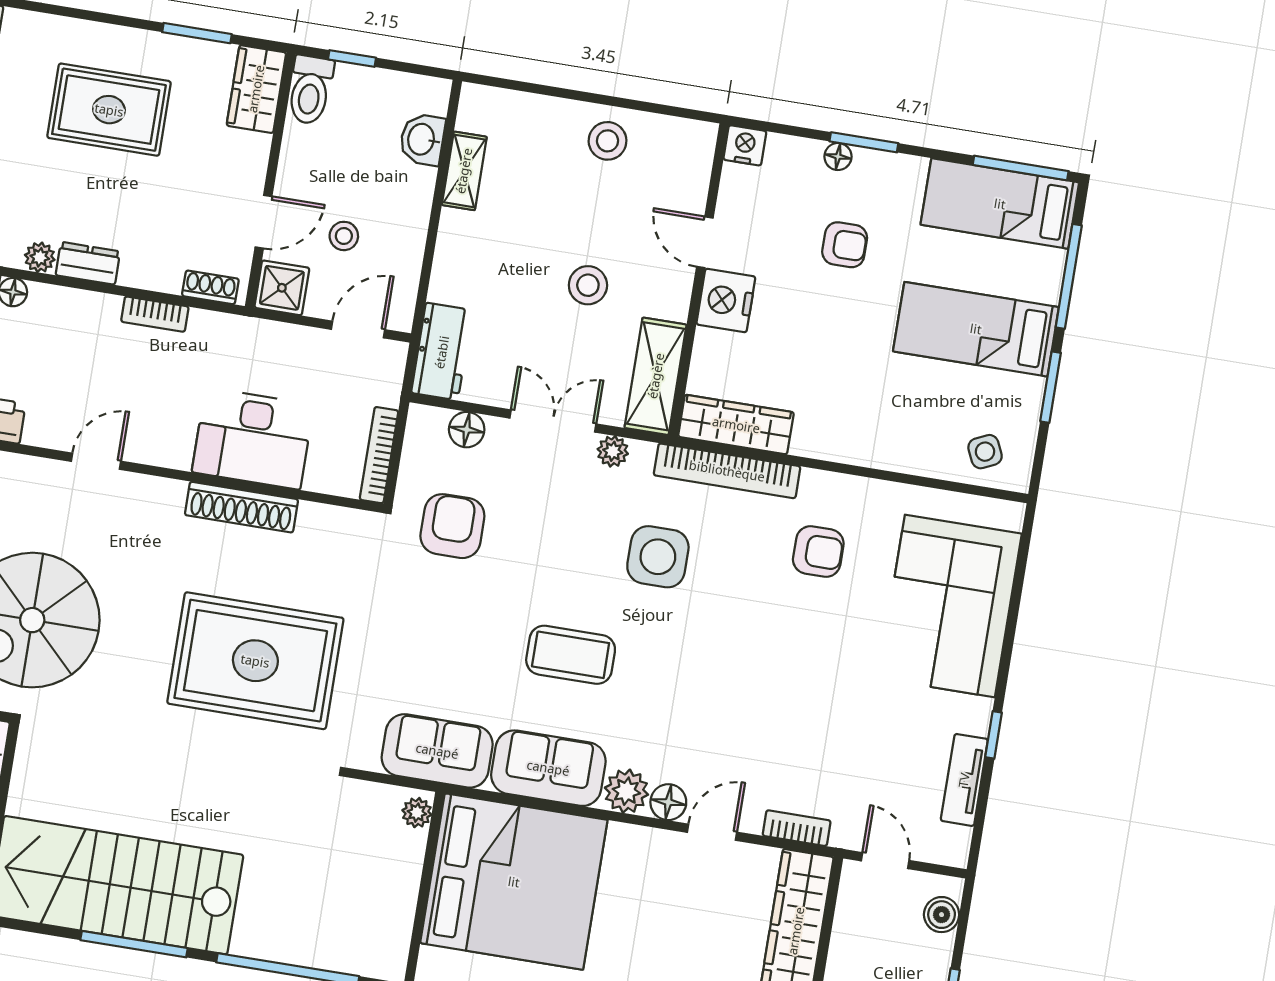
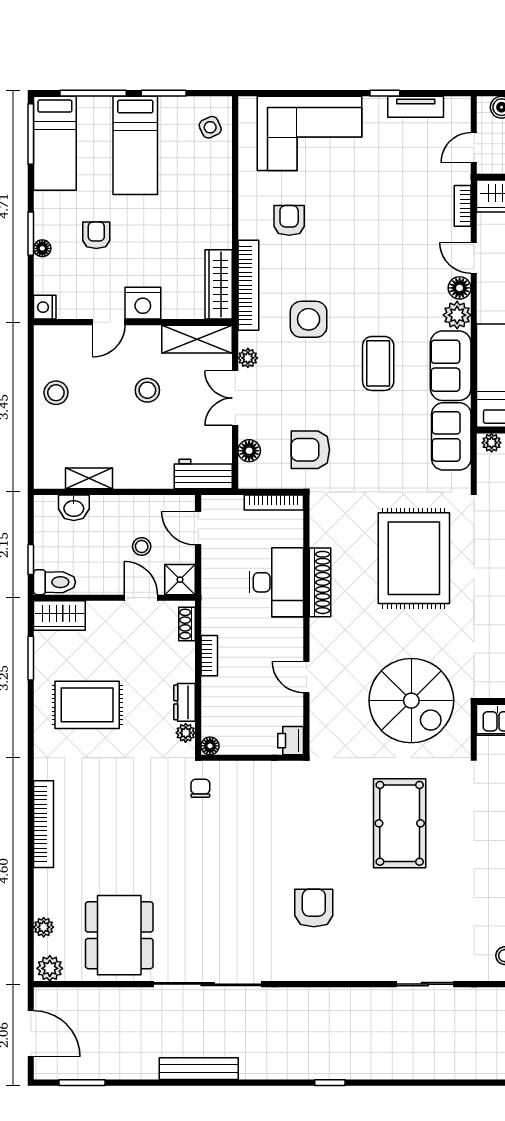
rug: (109, 110) -> (87, 705), turned 90

